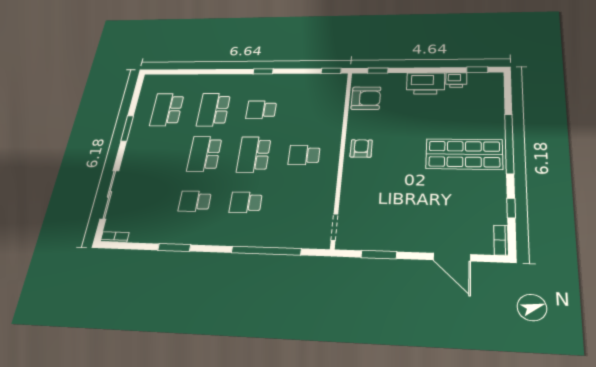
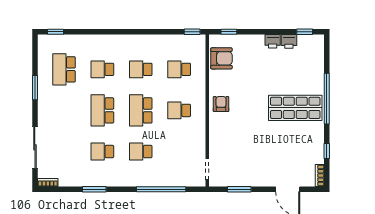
window: (263, 71) -> (55, 32), moved
printer: (426, 83) -> (273, 41), width x0.53, depth x0.68
school desk: (214, 110) -> (102, 69), width x0.54
school desk: (310, 110) -> (179, 69), added

